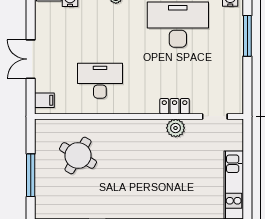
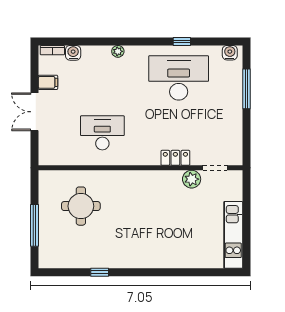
filing cabinet: (44, 100) -> (48, 82), moved
plant: (176, 128) -> (192, 179), moved
round table: (78, 155) -> (81, 206), turned -30

